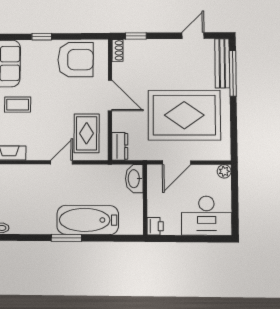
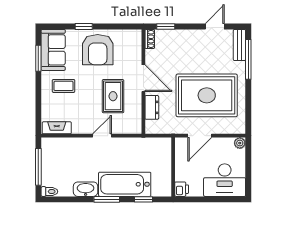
armchair: (76, 60) -> (98, 50), moved, turned 90
bench: (222, 63) -> (239, 45), width x0.73
rug: (87, 133) -> (113, 96), moved
dresser: (120, 146) -> (152, 107), moved
washbasin: (134, 179) -> (86, 189), moved, turned 90
window: (110, 238) -> (144, 199), added

